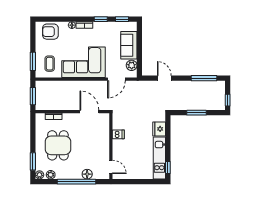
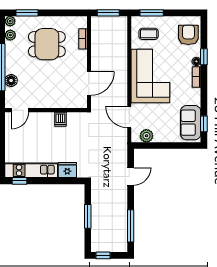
window: (101, 19) -> (204, 57), moved
sofa: (129, 45) -> (191, 123), moved, turned -90

